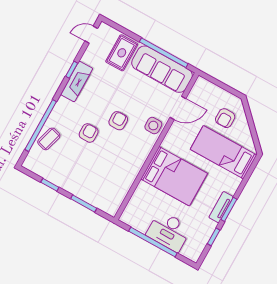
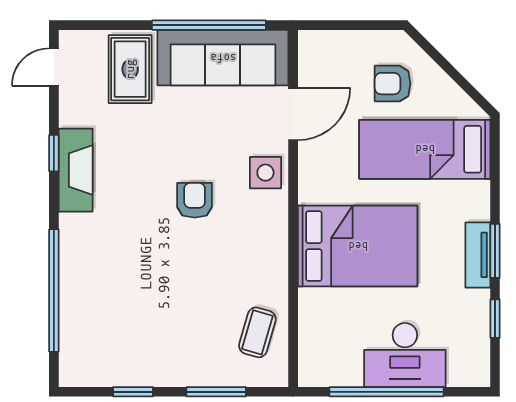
armchair: (225, 118) -> (393, 84), turned 90
armchair: (89, 133) -> (152, 254), removed
coffee table: (49, 139) -> (257, 332), moved

